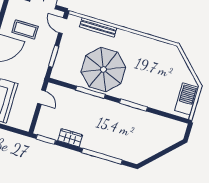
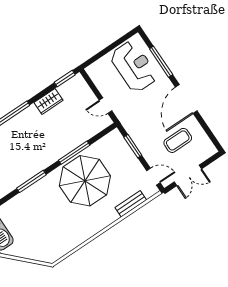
bench: (98, 27) -> (131, 204), width x0.73

